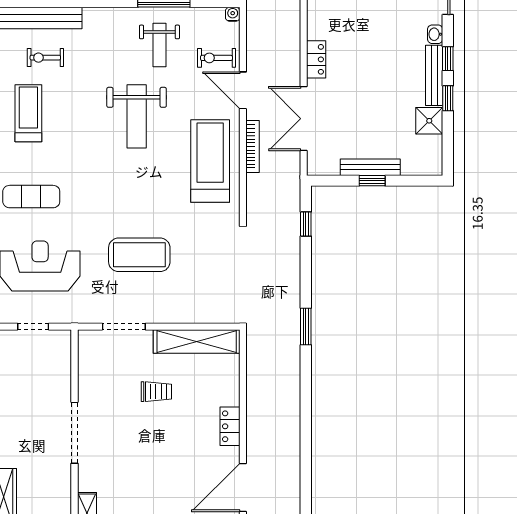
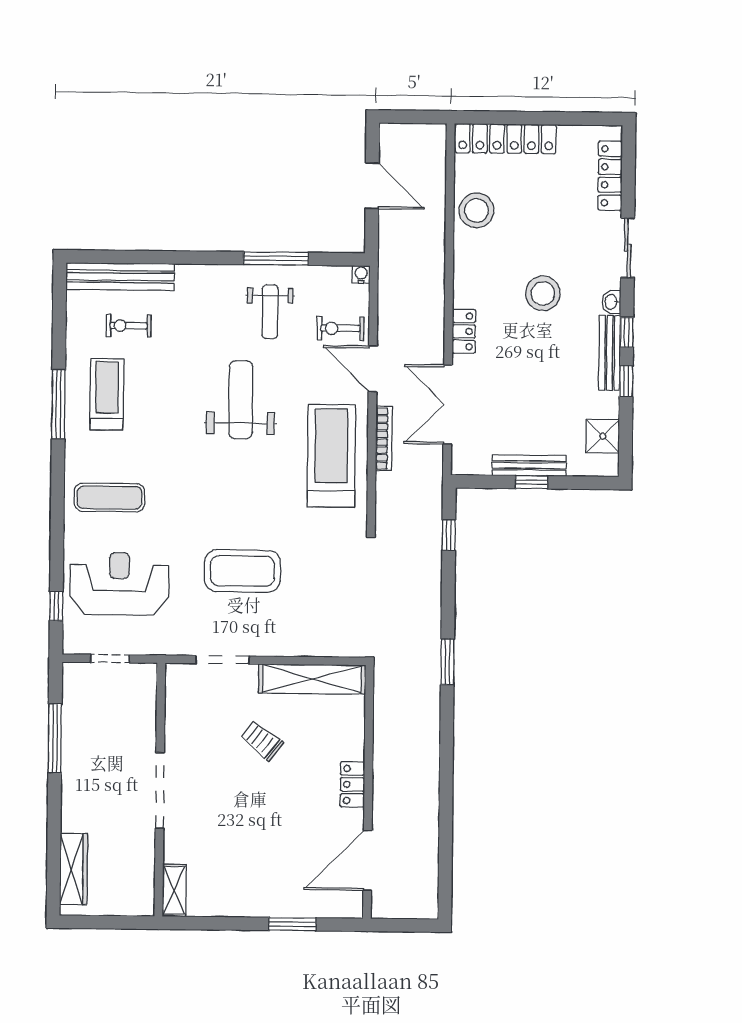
stool: (380, 28) -> (543, 293), added
weight bench: (137, 116) -> (241, 400), turned 180
shower: (429, 121) -> (603, 436), moved
trolley: (156, 392) -> (262, 741), turned -142

